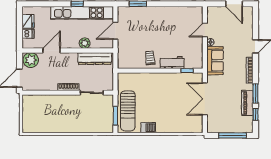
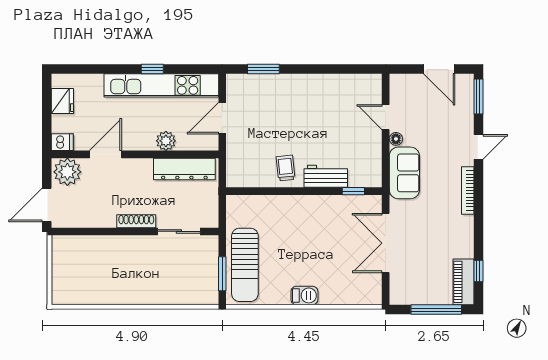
door: (205, 30) -> (386, 117), hinge flipped
dishwasher: (28, 34) -> (62, 142), moved
window: (255, 93) -> (478, 96), moved
piano: (247, 103) -> (464, 282), moved
barbecue: (148, 128) -> (304, 295), moved

